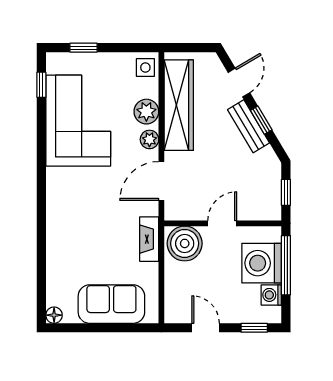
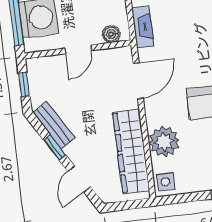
plant: (146, 112) -> (164, 142), width x1.36, depth x1.36
bench: (249, 126) -> (54, 125), moved
plant: (149, 139) -> (154, 117), removed
boiler: (185, 243) -> (111, 34), width x0.54, depth x0.54

